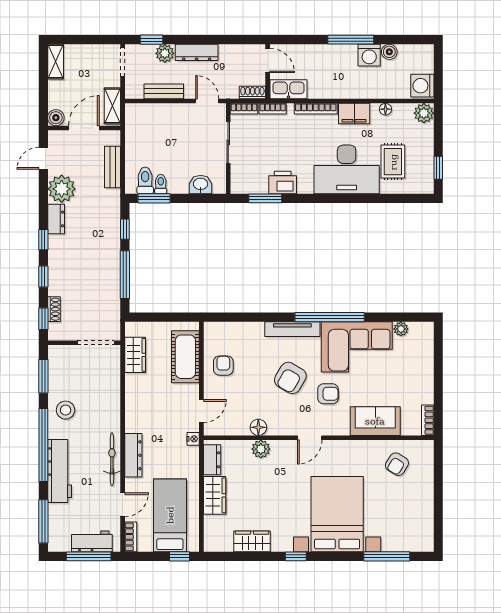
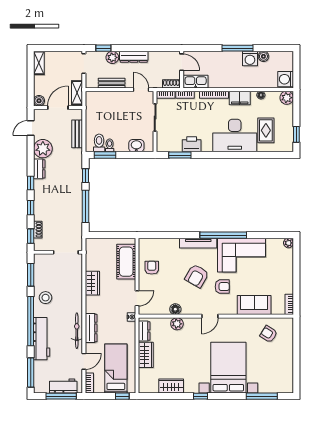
plant: (401, 329) -> (288, 243), moved
wardrobe: (135, 355) -> (92, 283), moved
armchair: (397, 464) -> (269, 334), turned 90

